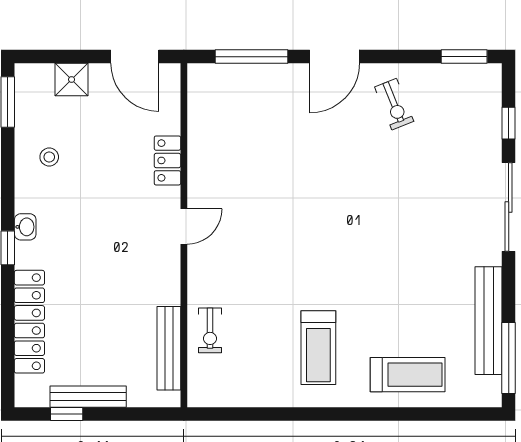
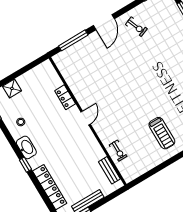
door: (135, 57) -> (30, 66), removed
washbasin: (25, 227) -> (26, 147), width x1.91, depth x1.45
bench: (169, 348) -> (109, 170), width x0.73

